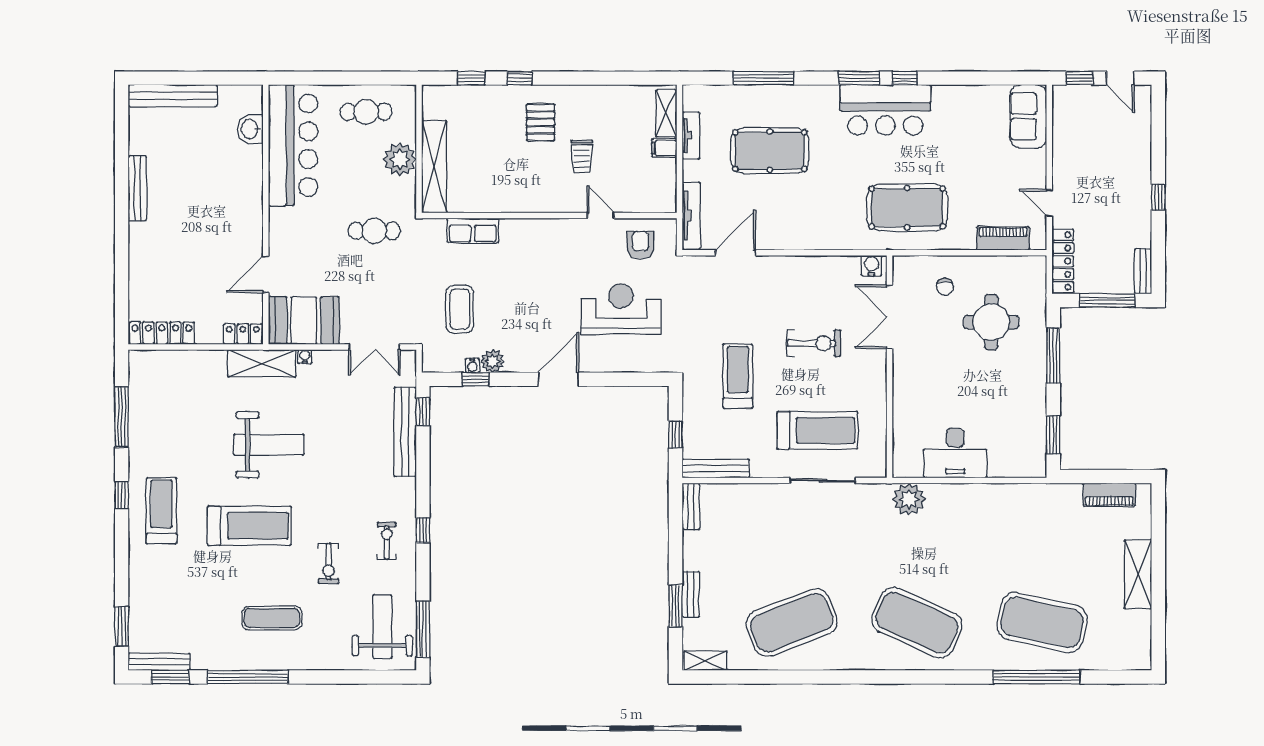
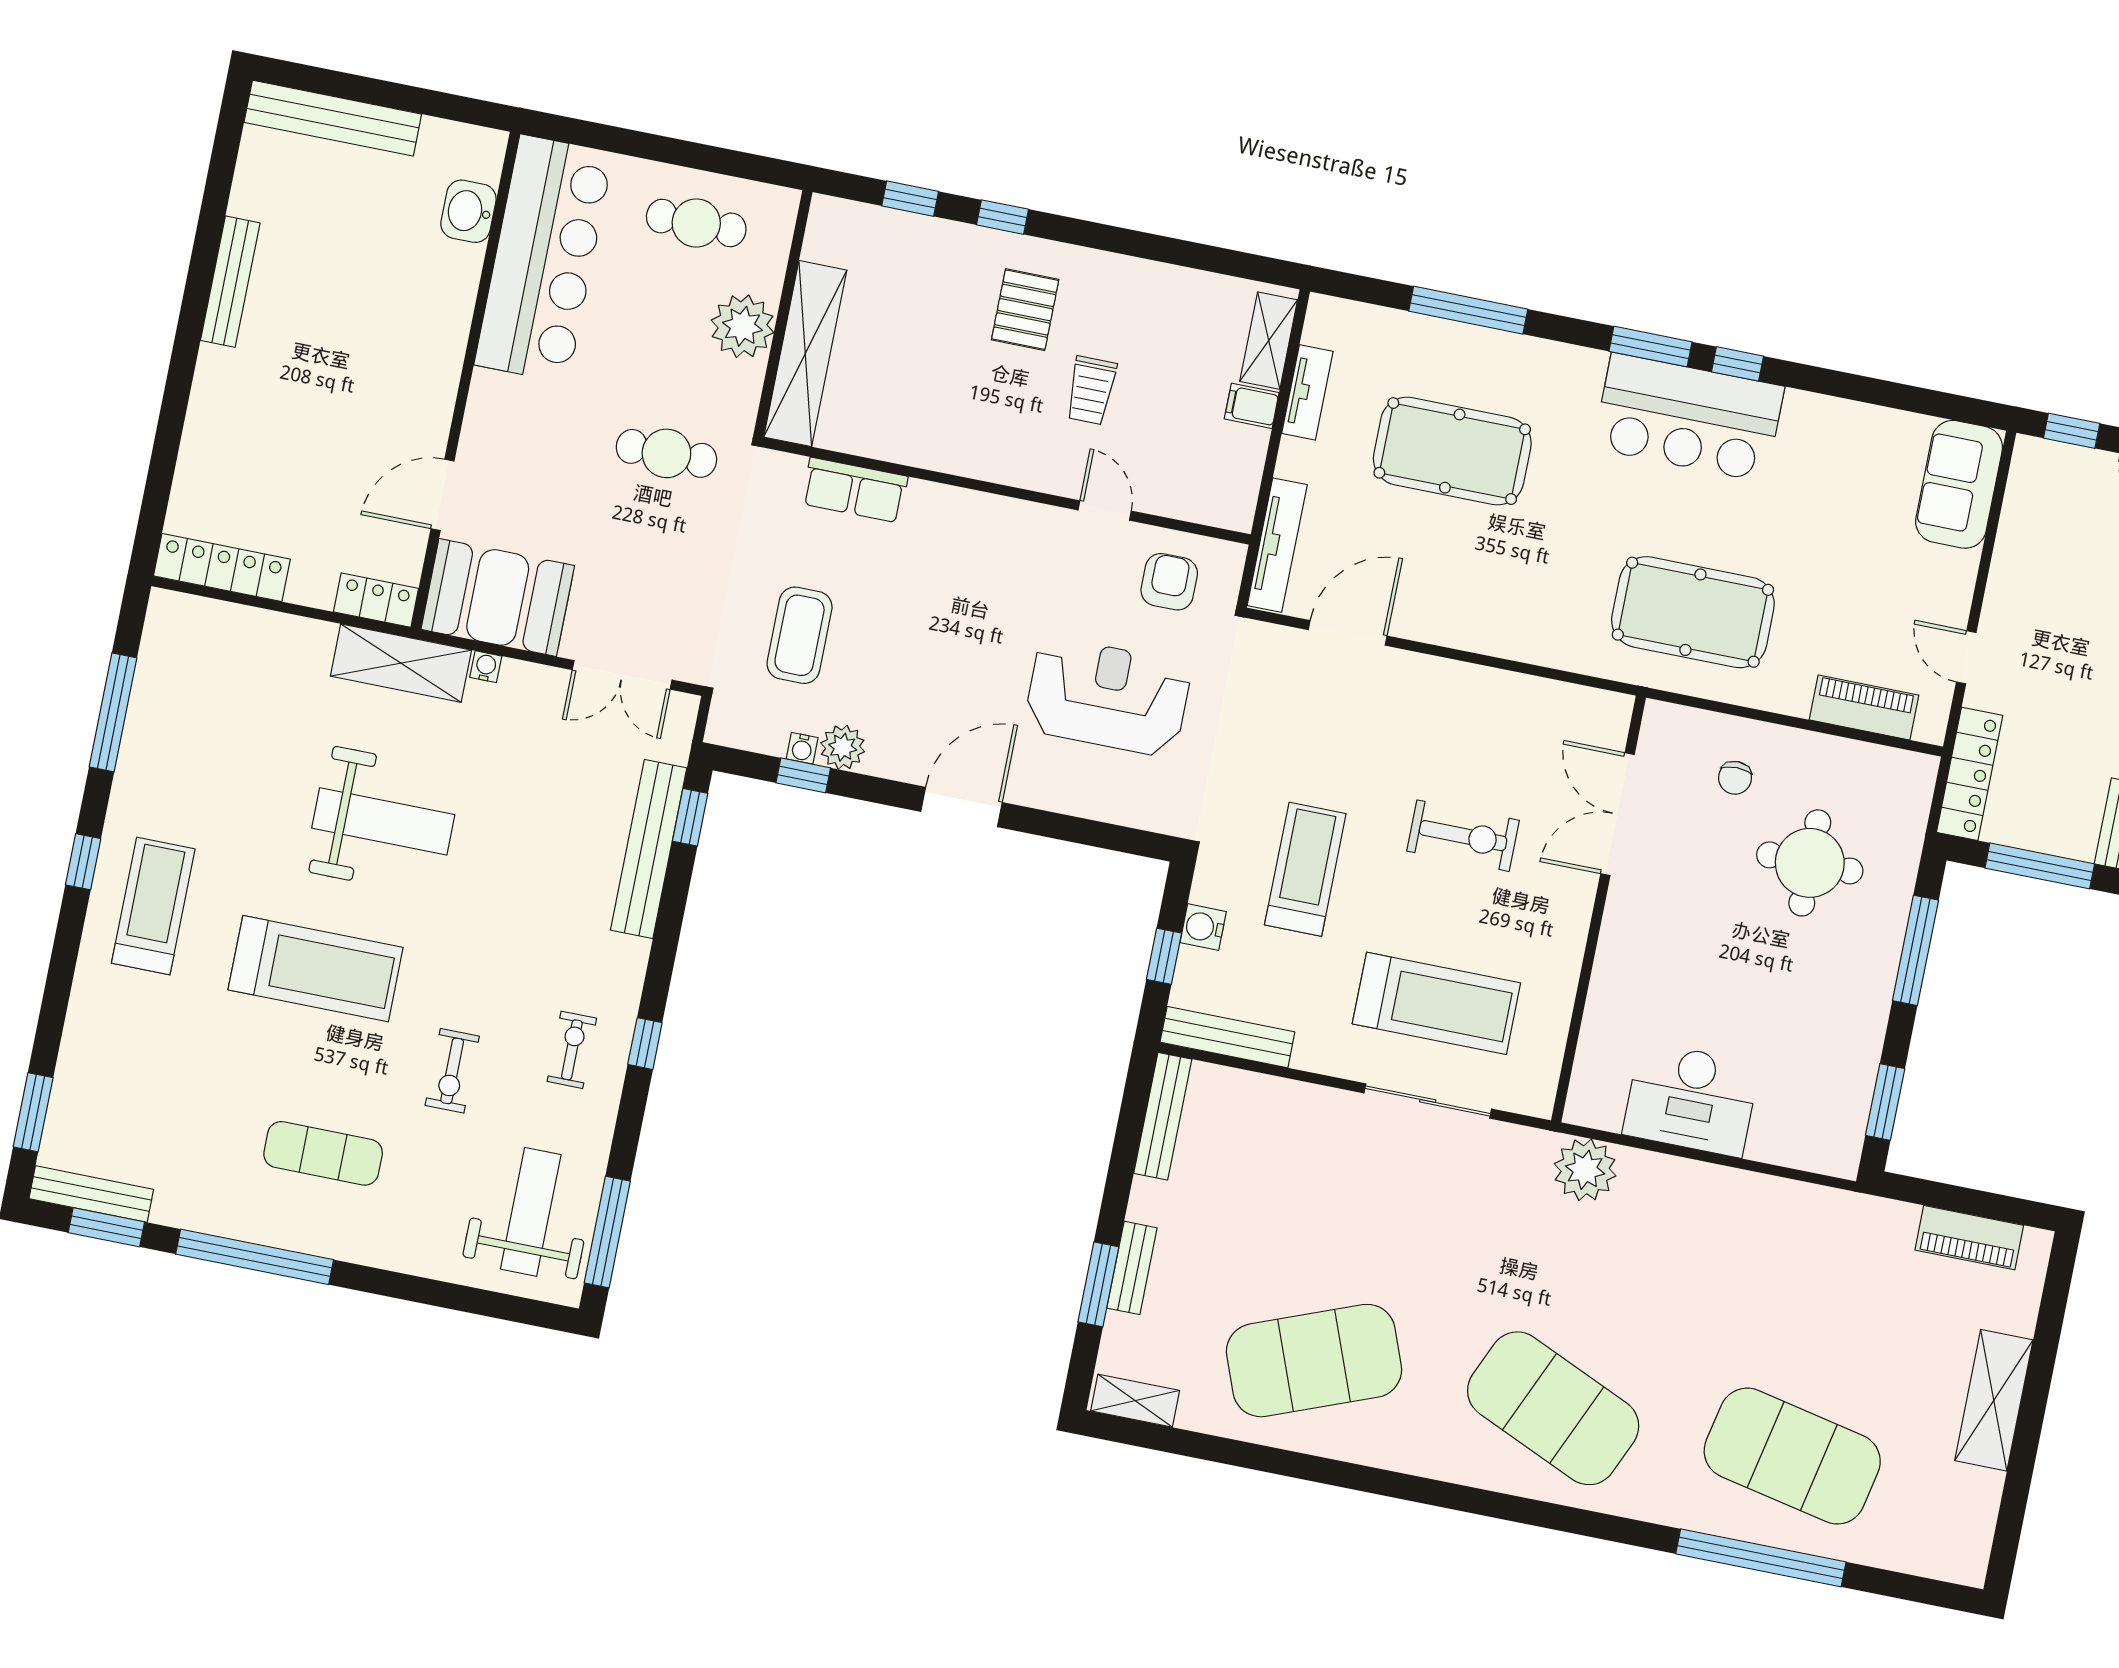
water cooler: (872, 266) -> (1203, 927), moved, turned -90
bench: (691, 506) -> (1163, 1116), width x1.36

